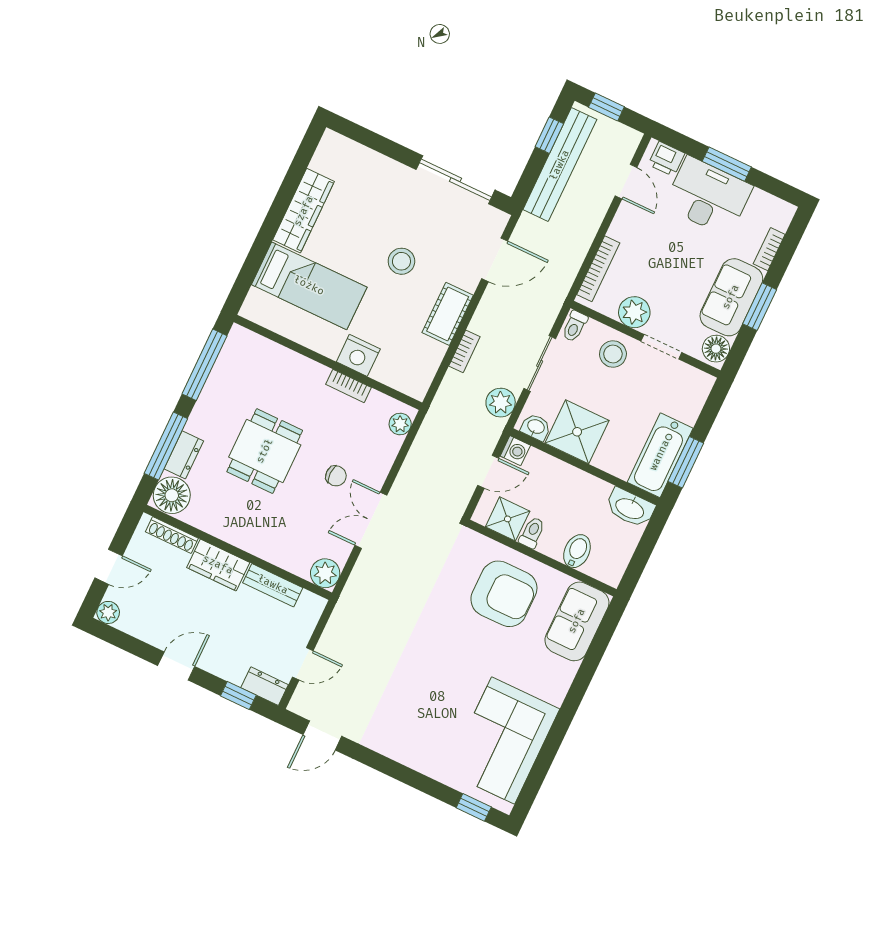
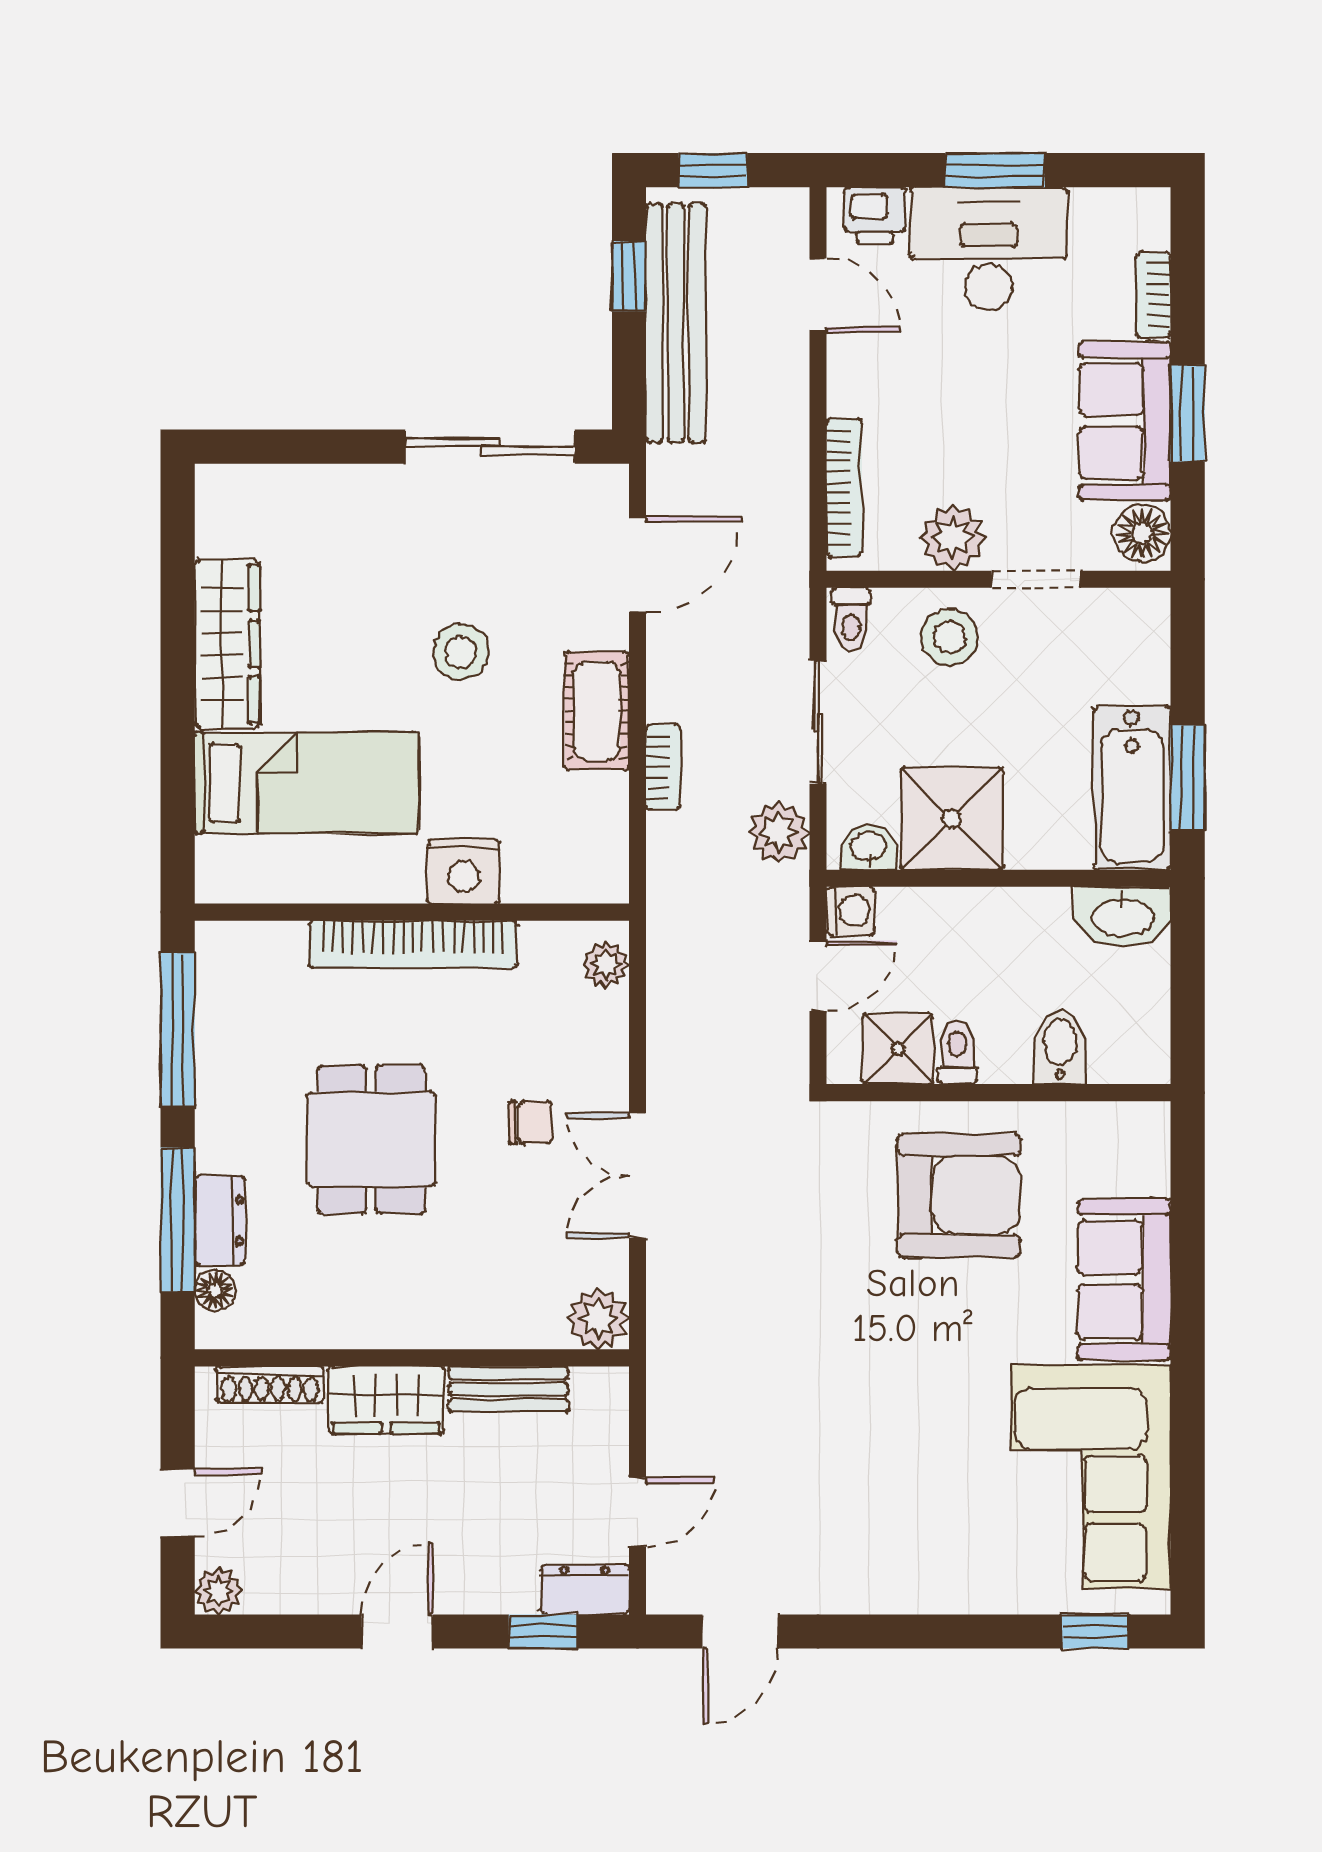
bookcase: (349, 386) -> (413, 944), width x2.31, depth x1.31
floor lamp: (172, 495) -> (215, 1290), width x0.53, depth x0.53
sofa: (577, 621) -> (1124, 1280), moved

